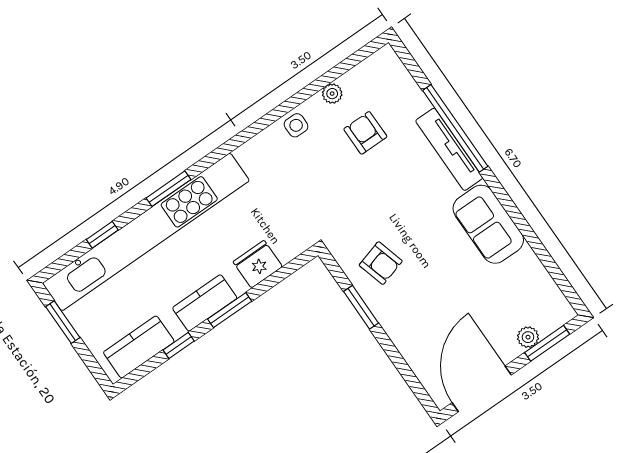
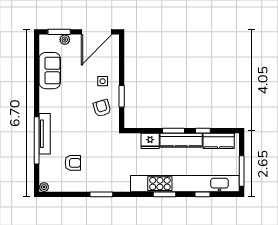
plant: (332, 94) -> (44, 187), moved
window: (278, 113) -> (101, 194), added
side table: (296, 125) -> (103, 81), moved
armchair: (365, 133) -> (73, 163), turned -90
sofa: (488, 224) -> (50, 71), moved
kitchen counter: (205, 303) -> (181, 140), width x1.50
window: (63, 322) -> (242, 171), width x1.44

